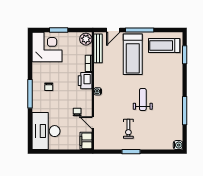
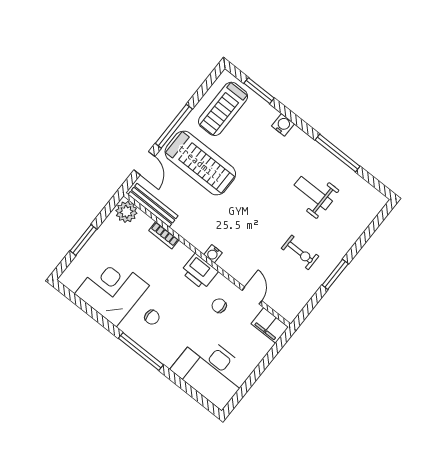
corner desk: (47, 47) -> (112, 290), moved
printer: (85, 81) -> (199, 272), moved
weight bench: (143, 99) -> (313, 193), moved
door: (93, 123) -> (252, 296), swing flipped
water cooler: (178, 145) -> (283, 125), moved

